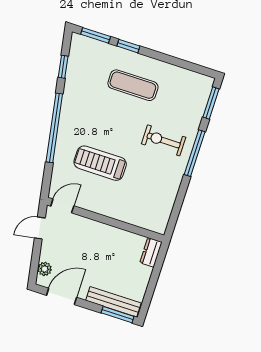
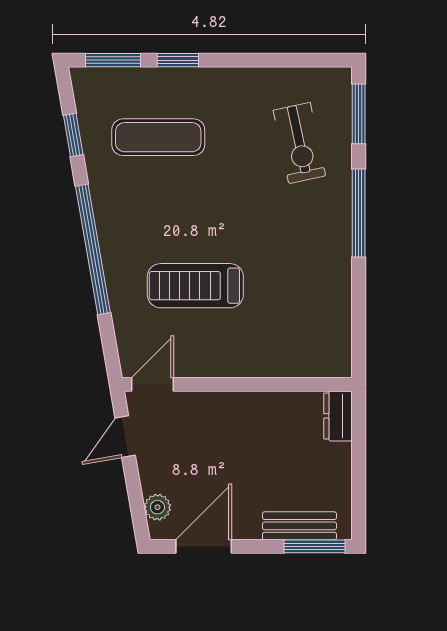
exercise mat: (133, 85) -> (158, 137), moved
exercise bike: (164, 140) -> (299, 143), moved, turned -102
bench: (113, 302) -> (299, 526), width x0.73

